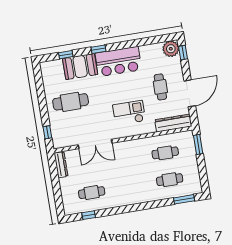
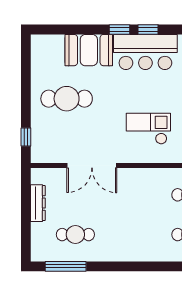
window: (66, 55) -> (148, 30), moved
dresser: (61, 165) -> (38, 203), moved
window: (89, 215) -> (66, 266), width x2.17

